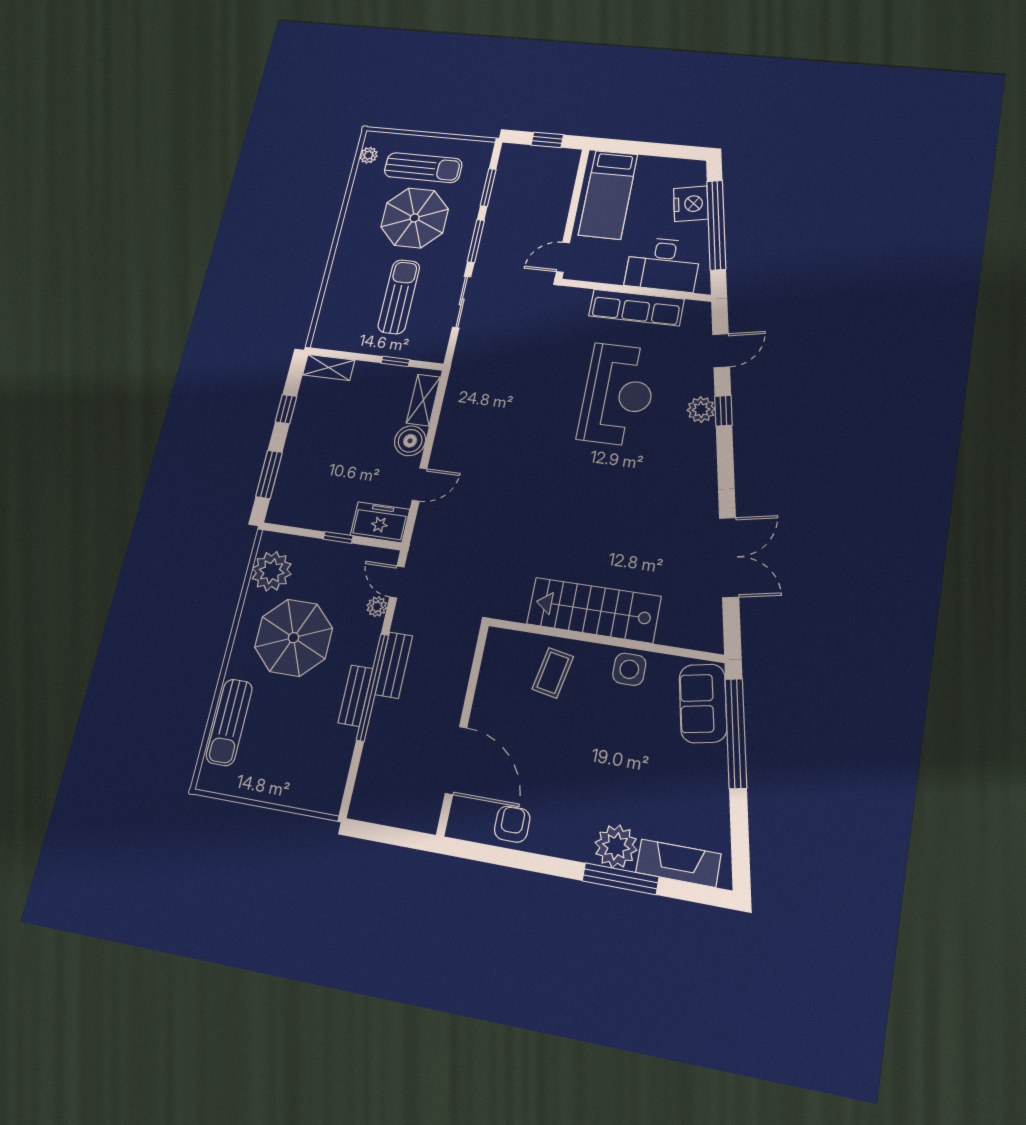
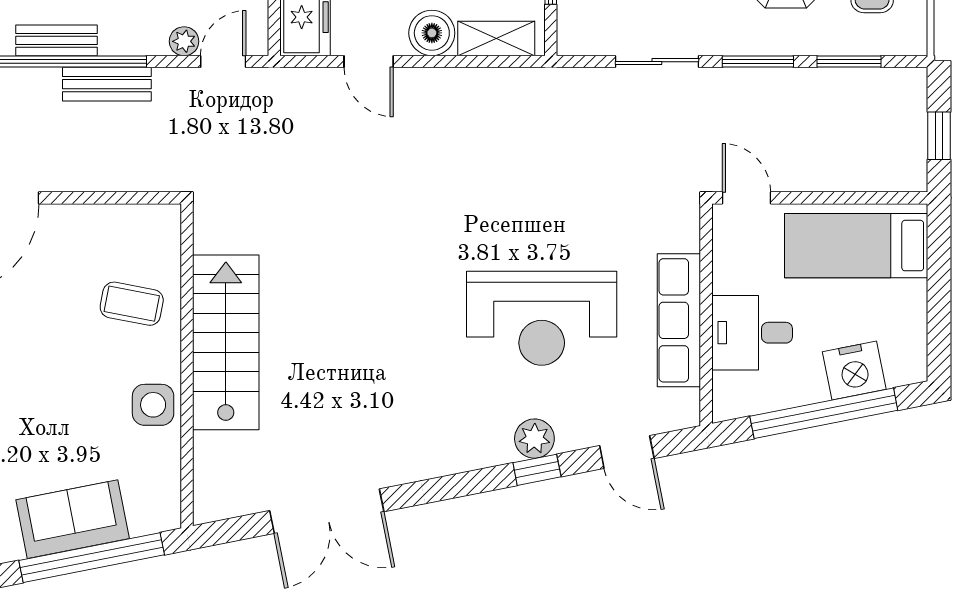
desk: (663, 264) -> (752, 333), width x0.73
sofa: (703, 703) -> (73, 519), moved

